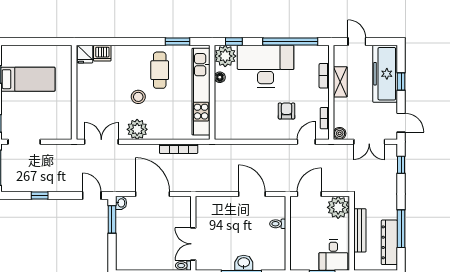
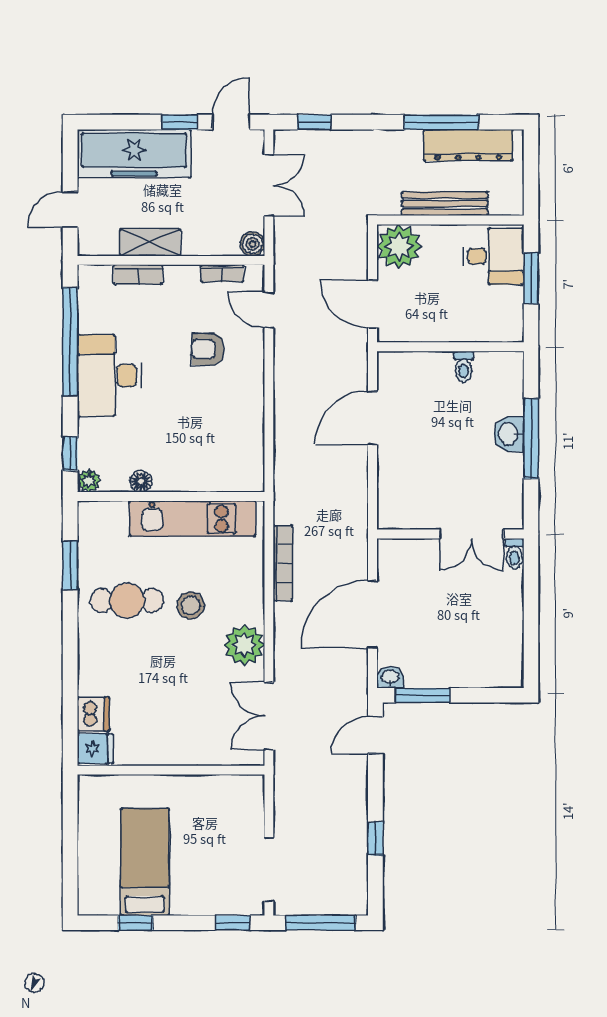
plant: (225, 56) -> (89, 481), width x0.53, depth x0.53
desk: (266, 66) -> (109, 376), width x0.73, depth x0.77
window: (401, 81) -> (180, 122), moved
kitchen unit: (201, 92) -> (192, 519), width x0.73
stool: (138, 97) -> (191, 605), moved
toilet: (278, 224) -> (464, 367), moved

